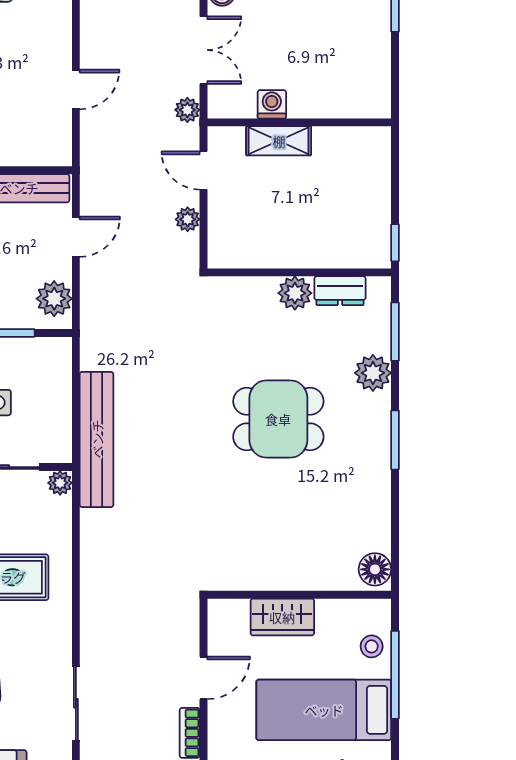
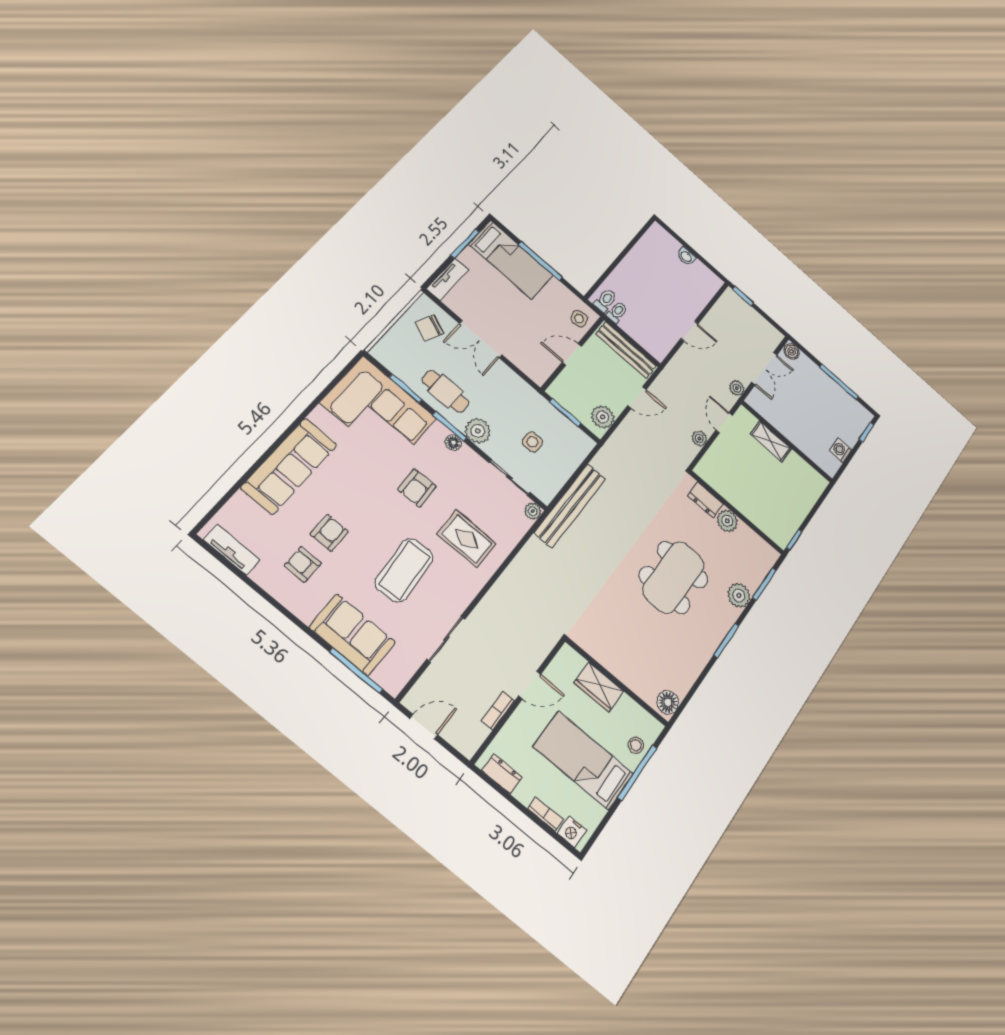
washing machine: (272, 104) -> (841, 450), moved, turned -90
dresser: (340, 291) -> (705, 500), moved
dining table: (278, 419) -> (674, 577), width x1.38

